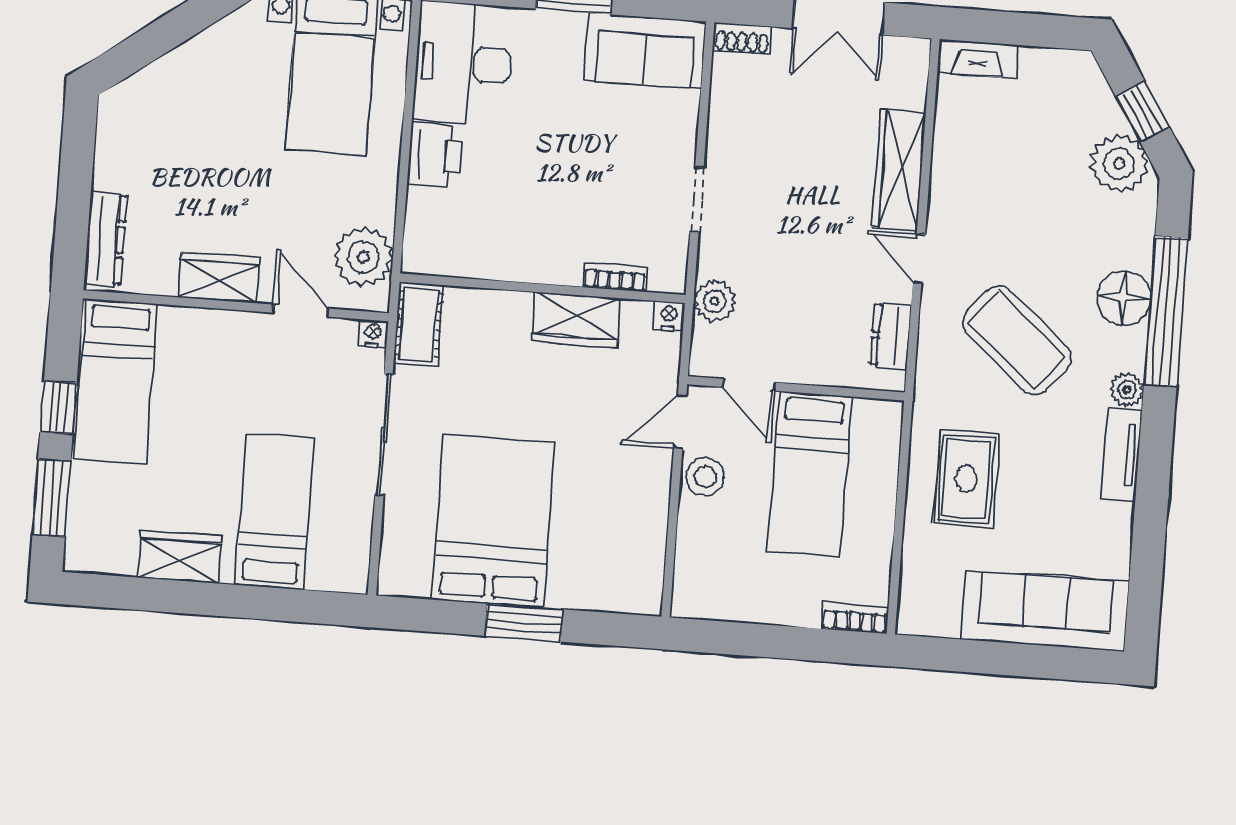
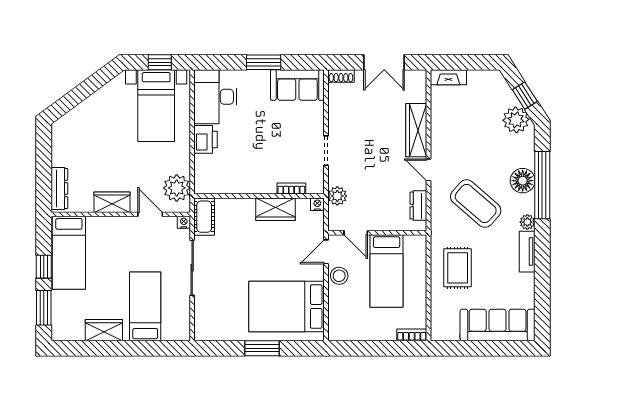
bed: (493, 521) -> (286, 306), moved, turned -90

